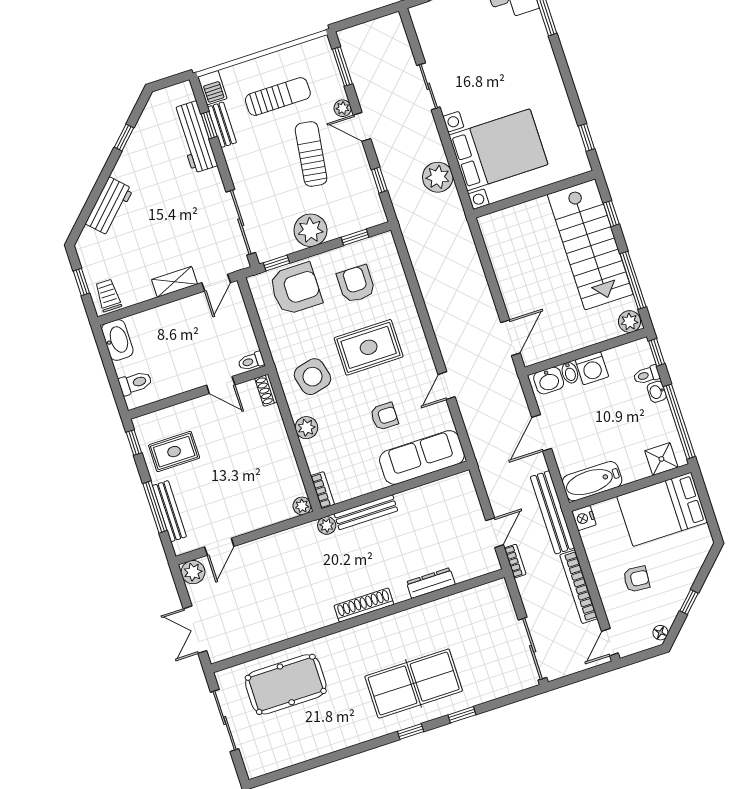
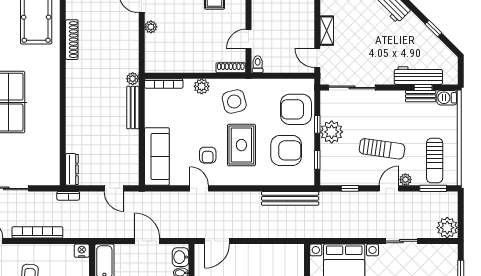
sun lounger: (278, 97) -> (435, 161), moved
plant: (438, 177) -> (447, 228), moved
window: (277, 263) -> (317, 124), moved
armchair: (356, 284) -> (286, 150), width x1.36, depth x1.36
armchair: (296, 289) -> (296, 109), turned 90
door: (510, 338) -> (217, 241), hinge flipped
shoe rack: (266, 390) -> (231, 68), width x1.43
armchair: (384, 416) -> (208, 155), moved
bookcase: (322, 490) -> (164, 84), width x1.56
plant: (302, 506) -> (151, 27), moved
bench: (552, 512) -> (290, 198), moved
door: (495, 533) -> (114, 188), moved
dresser: (431, 583) -> (72, 169), moved
shoe rack: (364, 605) -> (72, 40), moved

